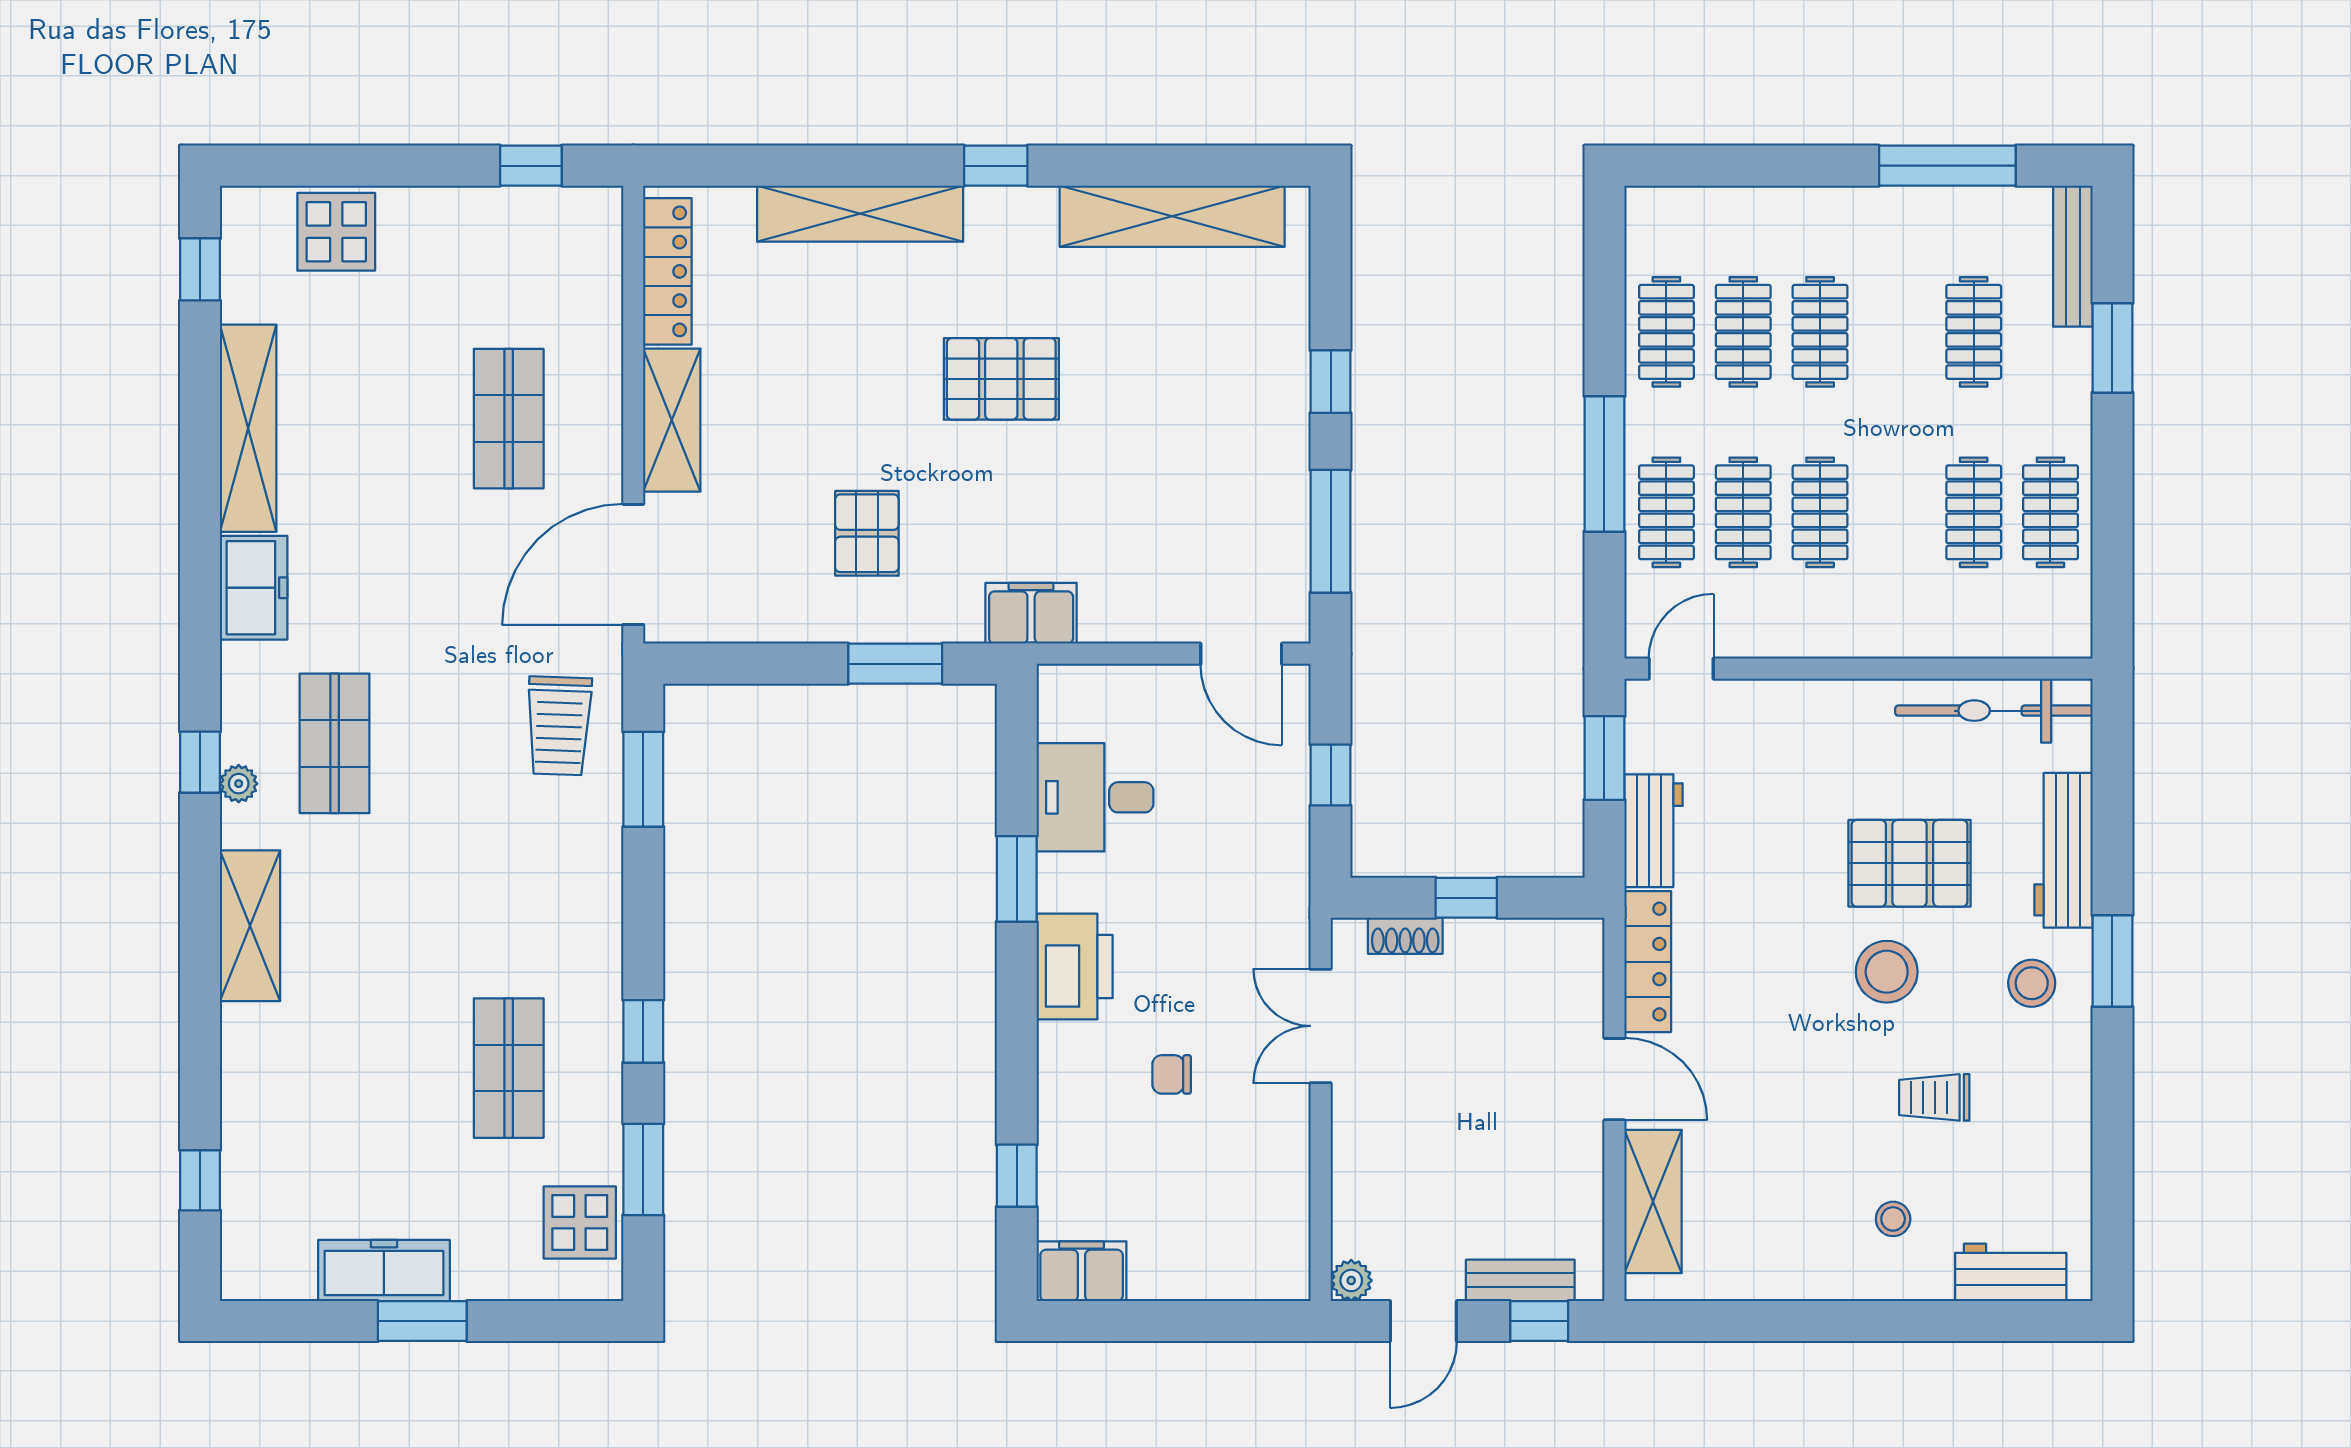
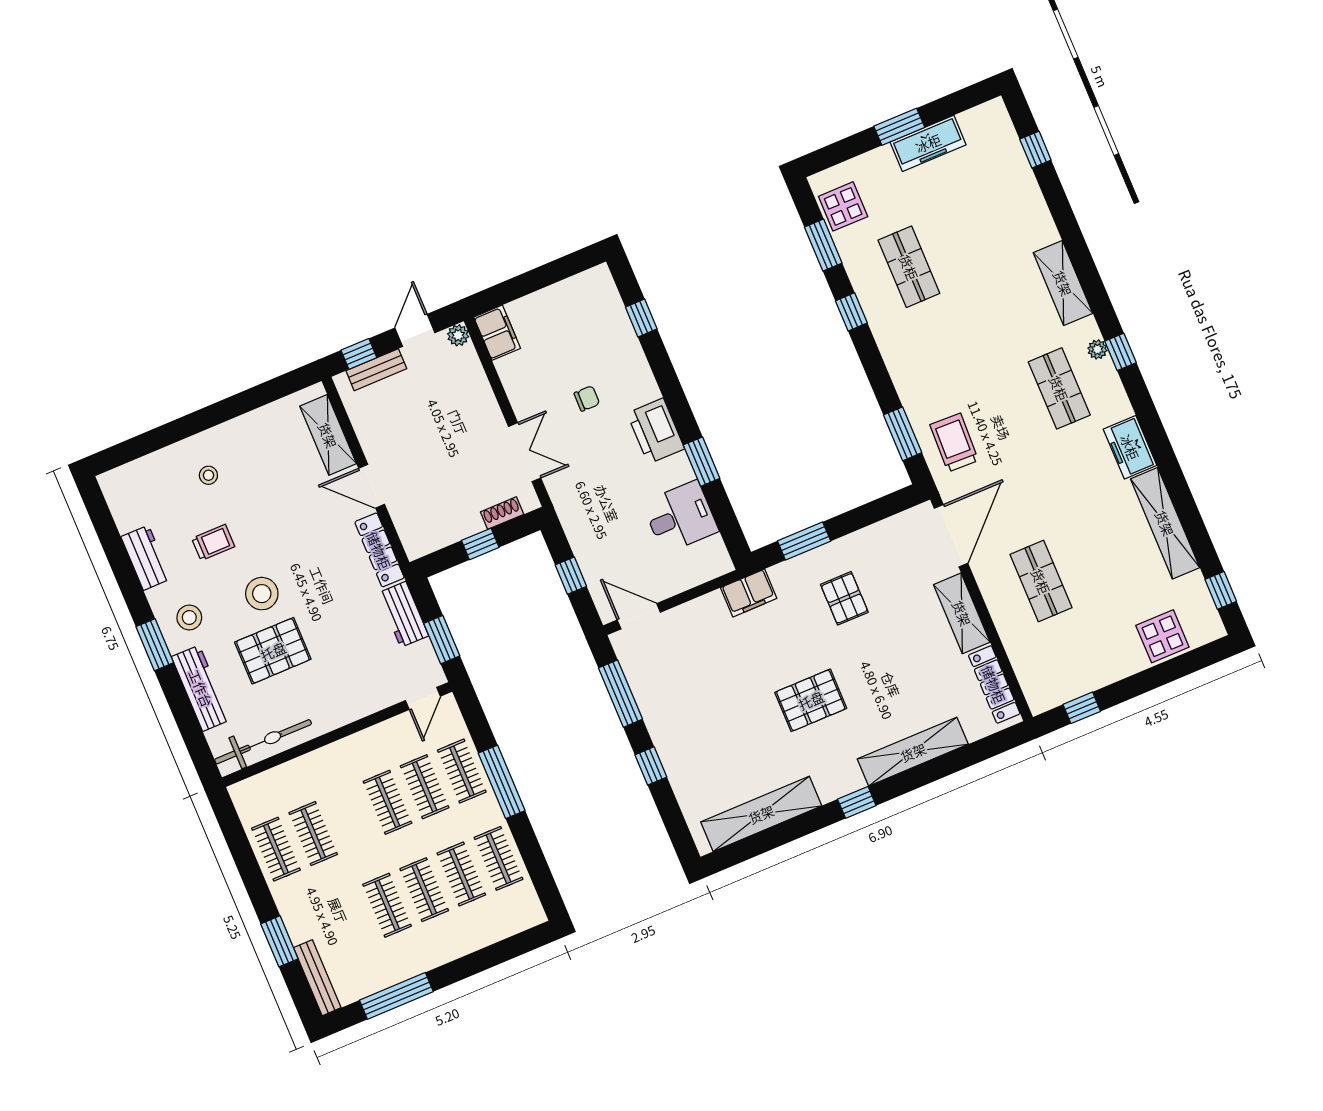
clothes rail: (1974, 332) -> (387, 905), moved
filing cabinet: (1082, 1271) -> (497, 333), moved, turned -90
workbench: (2011, 1272) -> (146, 558), moved, turned -90

